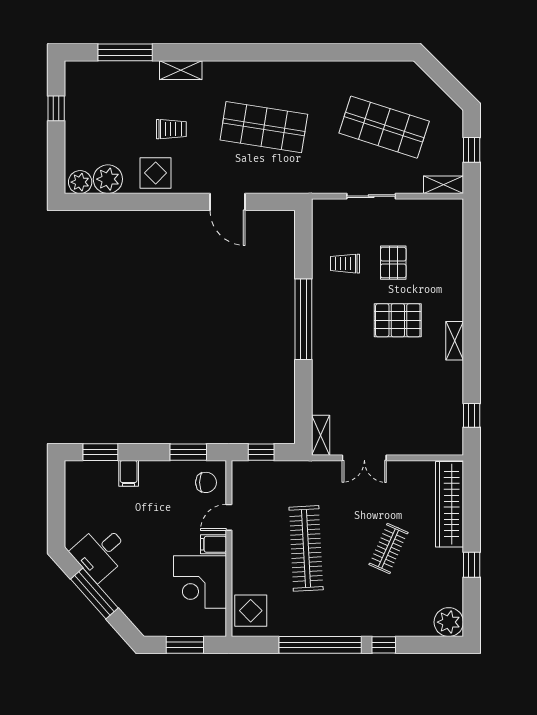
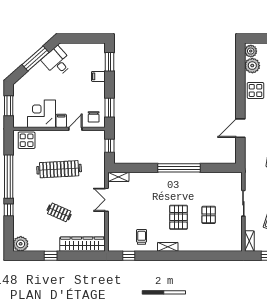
pallet: (393, 263) -> (209, 215), turned 90
trolley: (345, 264) -> (142, 237), moved
door: (229, 517) -> (75, 129), hinge flipped

